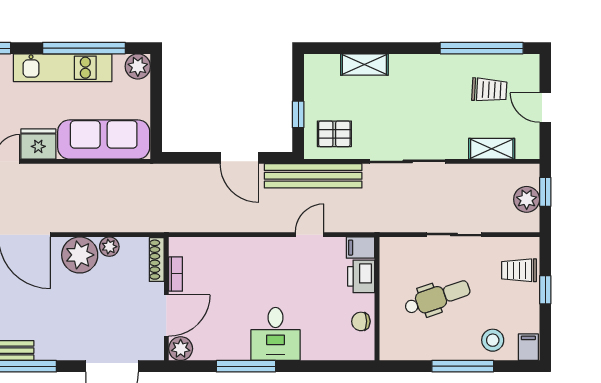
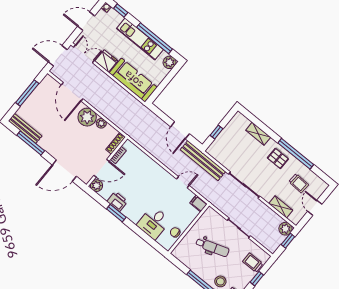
window: (482, 48) -> (296, 154), moved
pallet: (334, 134) -> (278, 158), moved
plant: (527, 199) -> (285, 229), moved
printer: (361, 276) -> (117, 202), moved, turned 90
desk: (276, 334) -> (154, 223), moved
window: (246, 366) -> (116, 213), width x0.69

